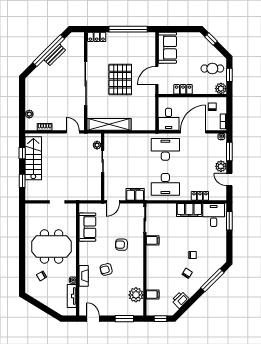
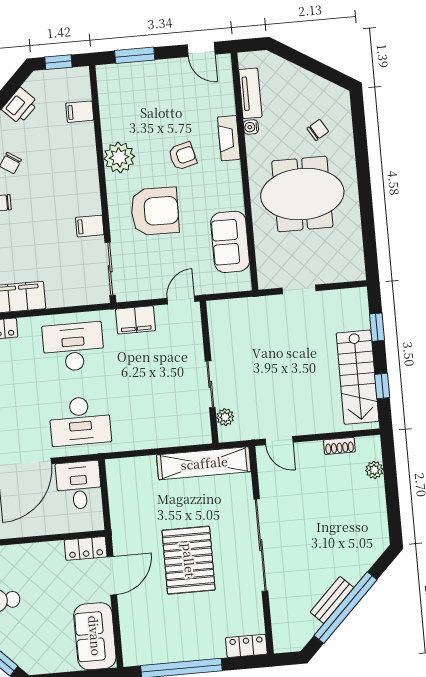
locker: (183, 89) -> (86, 548), moved
armchair: (121, 245) -> (155, 211), width x1.88, depth x1.88
plant: (136, 295) -> (119, 157), moved

